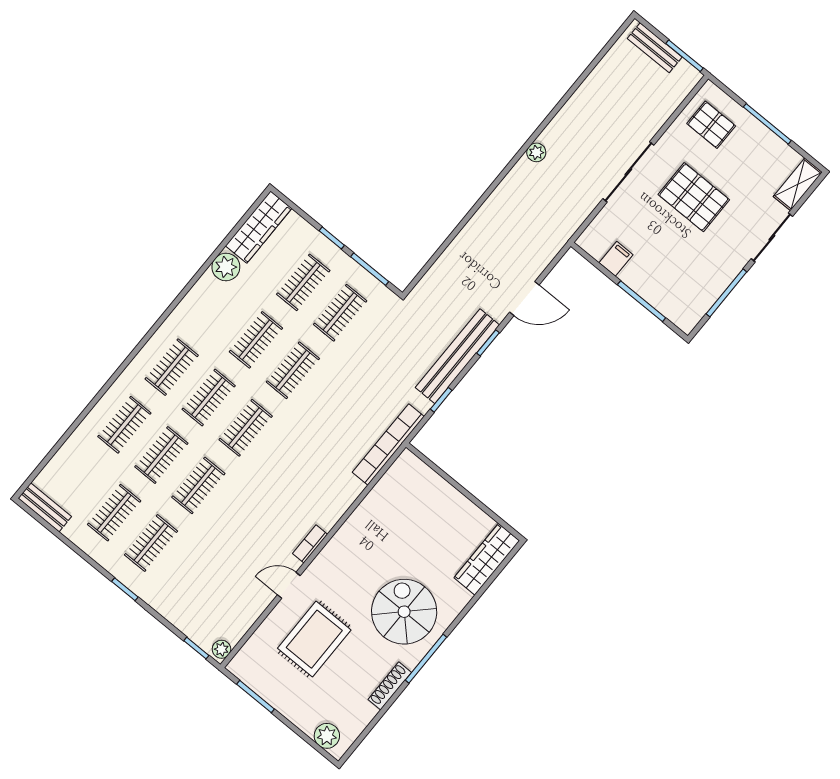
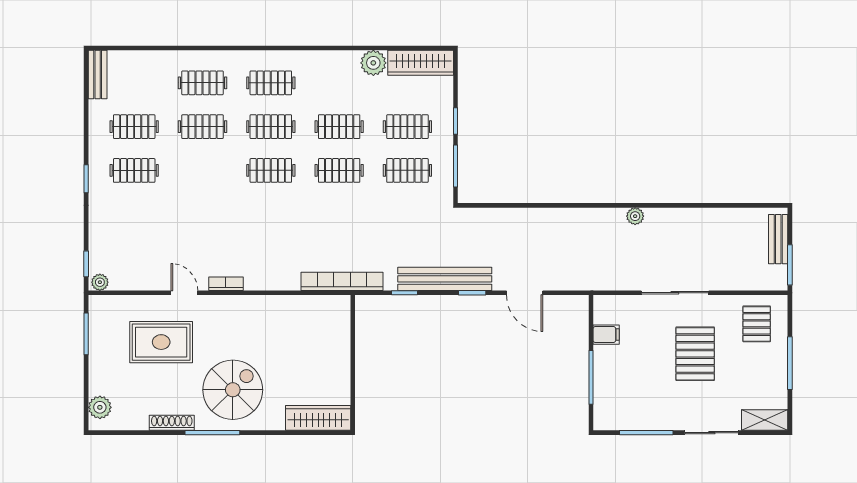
clothes rail: (198, 485) -> (202, 170), removed

